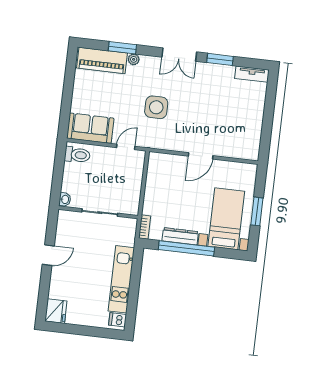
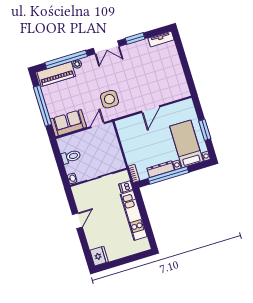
window: (122, 48) -> (66, 60), width x2.11
window: (68, 93) -> (43, 106), added
side table: (156, 107) -> (109, 99), moved
toilet: (77, 155) -> (71, 157), moved
dishwasher: (118, 320) -> (126, 187), moved

